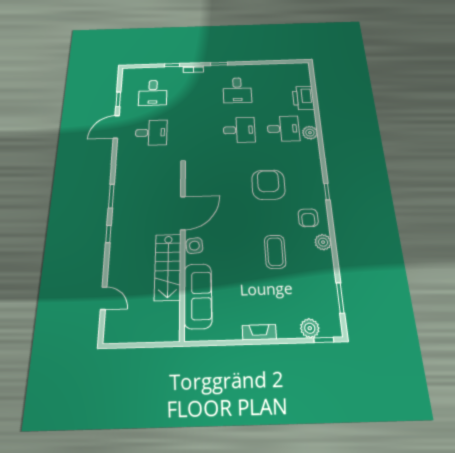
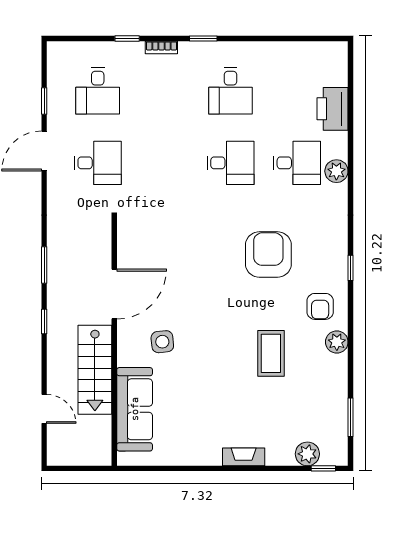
door: (183, 213) -> (114, 294), moved
wall: (183, 246) -> (114, 342), moved
stairs: (168, 267) -> (95, 370), moved
sofa: (198, 296) -> (135, 409), moved

